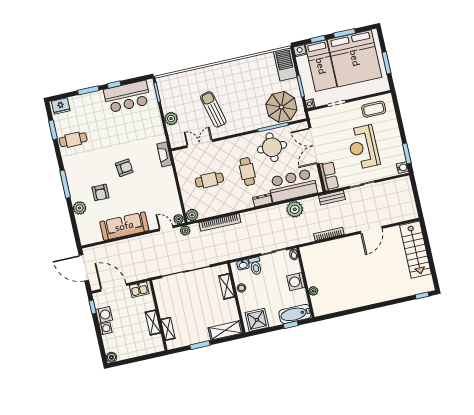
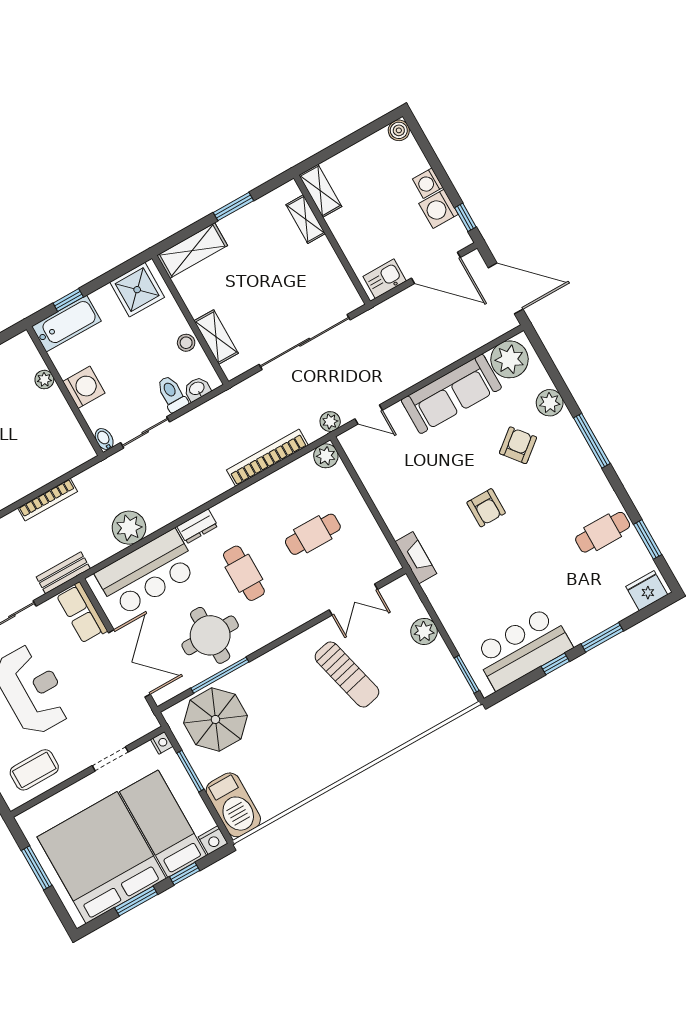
armchair: (124, 168) -> (486, 508), turned -83
armchair: (100, 193) -> (518, 445), turned 51
plant: (179, 219) -> (509, 359), moved, width x1.88, depth x1.88
shelving: (153, 322) -> (320, 191), moved

